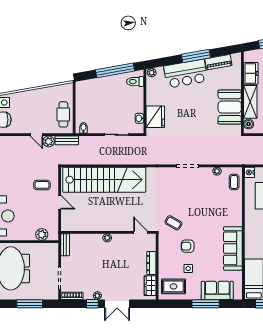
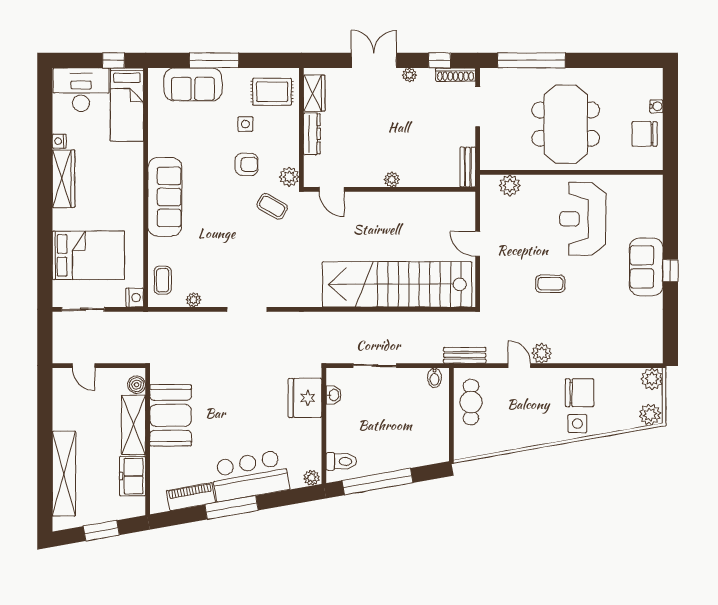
plant: (49, 141) -> (542, 353), moved
coffee table: (42, 185) -> (550, 284), moved
plant: (164, 239) -> (289, 177), added
sofa: (233, 248) -> (165, 197), moved
window: (30, 304) -> (532, 60), width x1.46
window: (92, 304) -> (440, 60), moved

